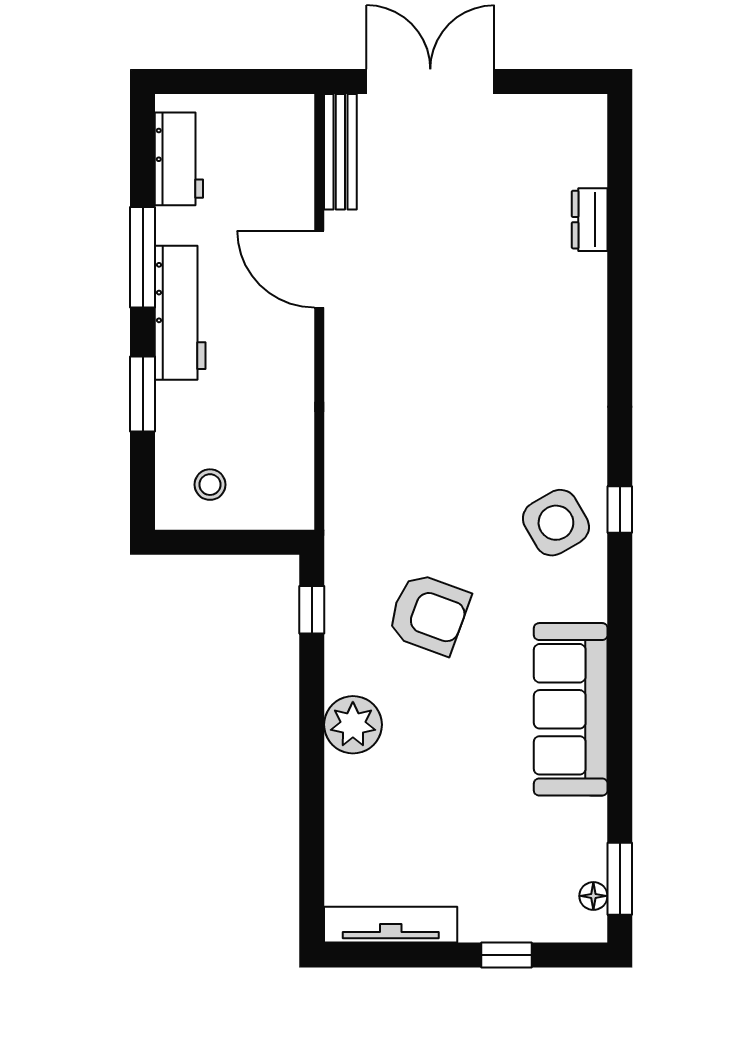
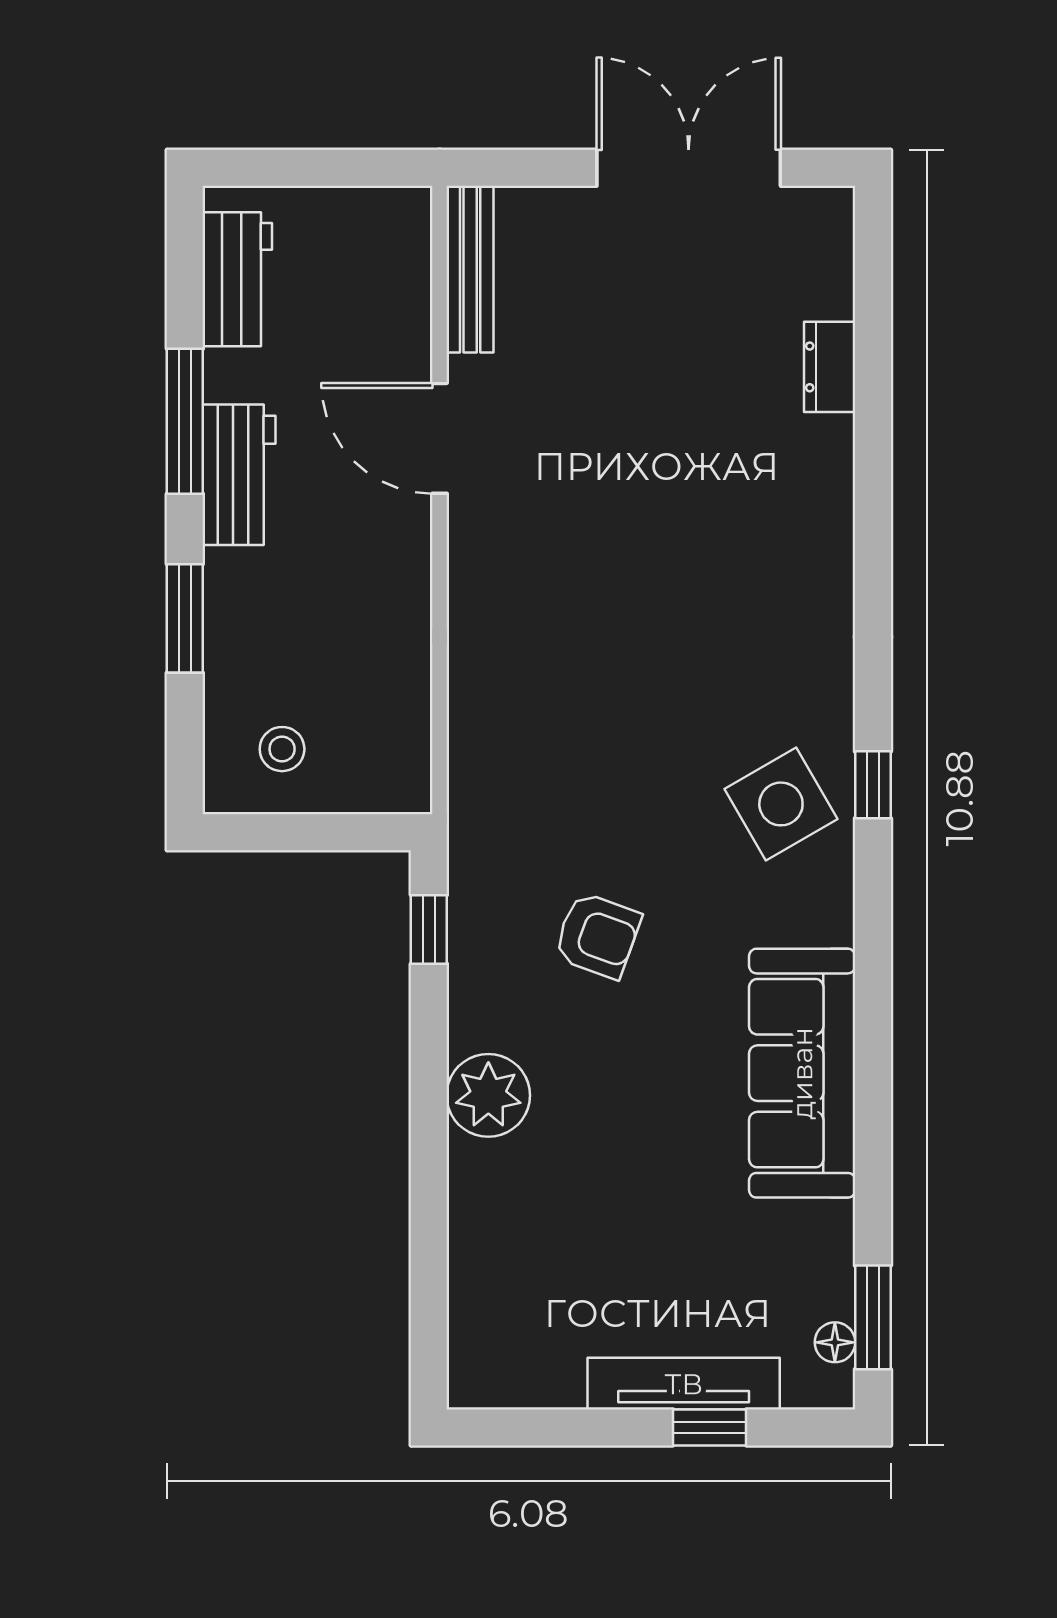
double door: (430, 82) -> (689, 168), moved
workbench: (180, 313) -> (239, 475), width x0.73
armchair: (429, 614) -> (597, 935), width x0.72, depth x0.72
tv unit: (391, 925) -> (684, 1384), moved

